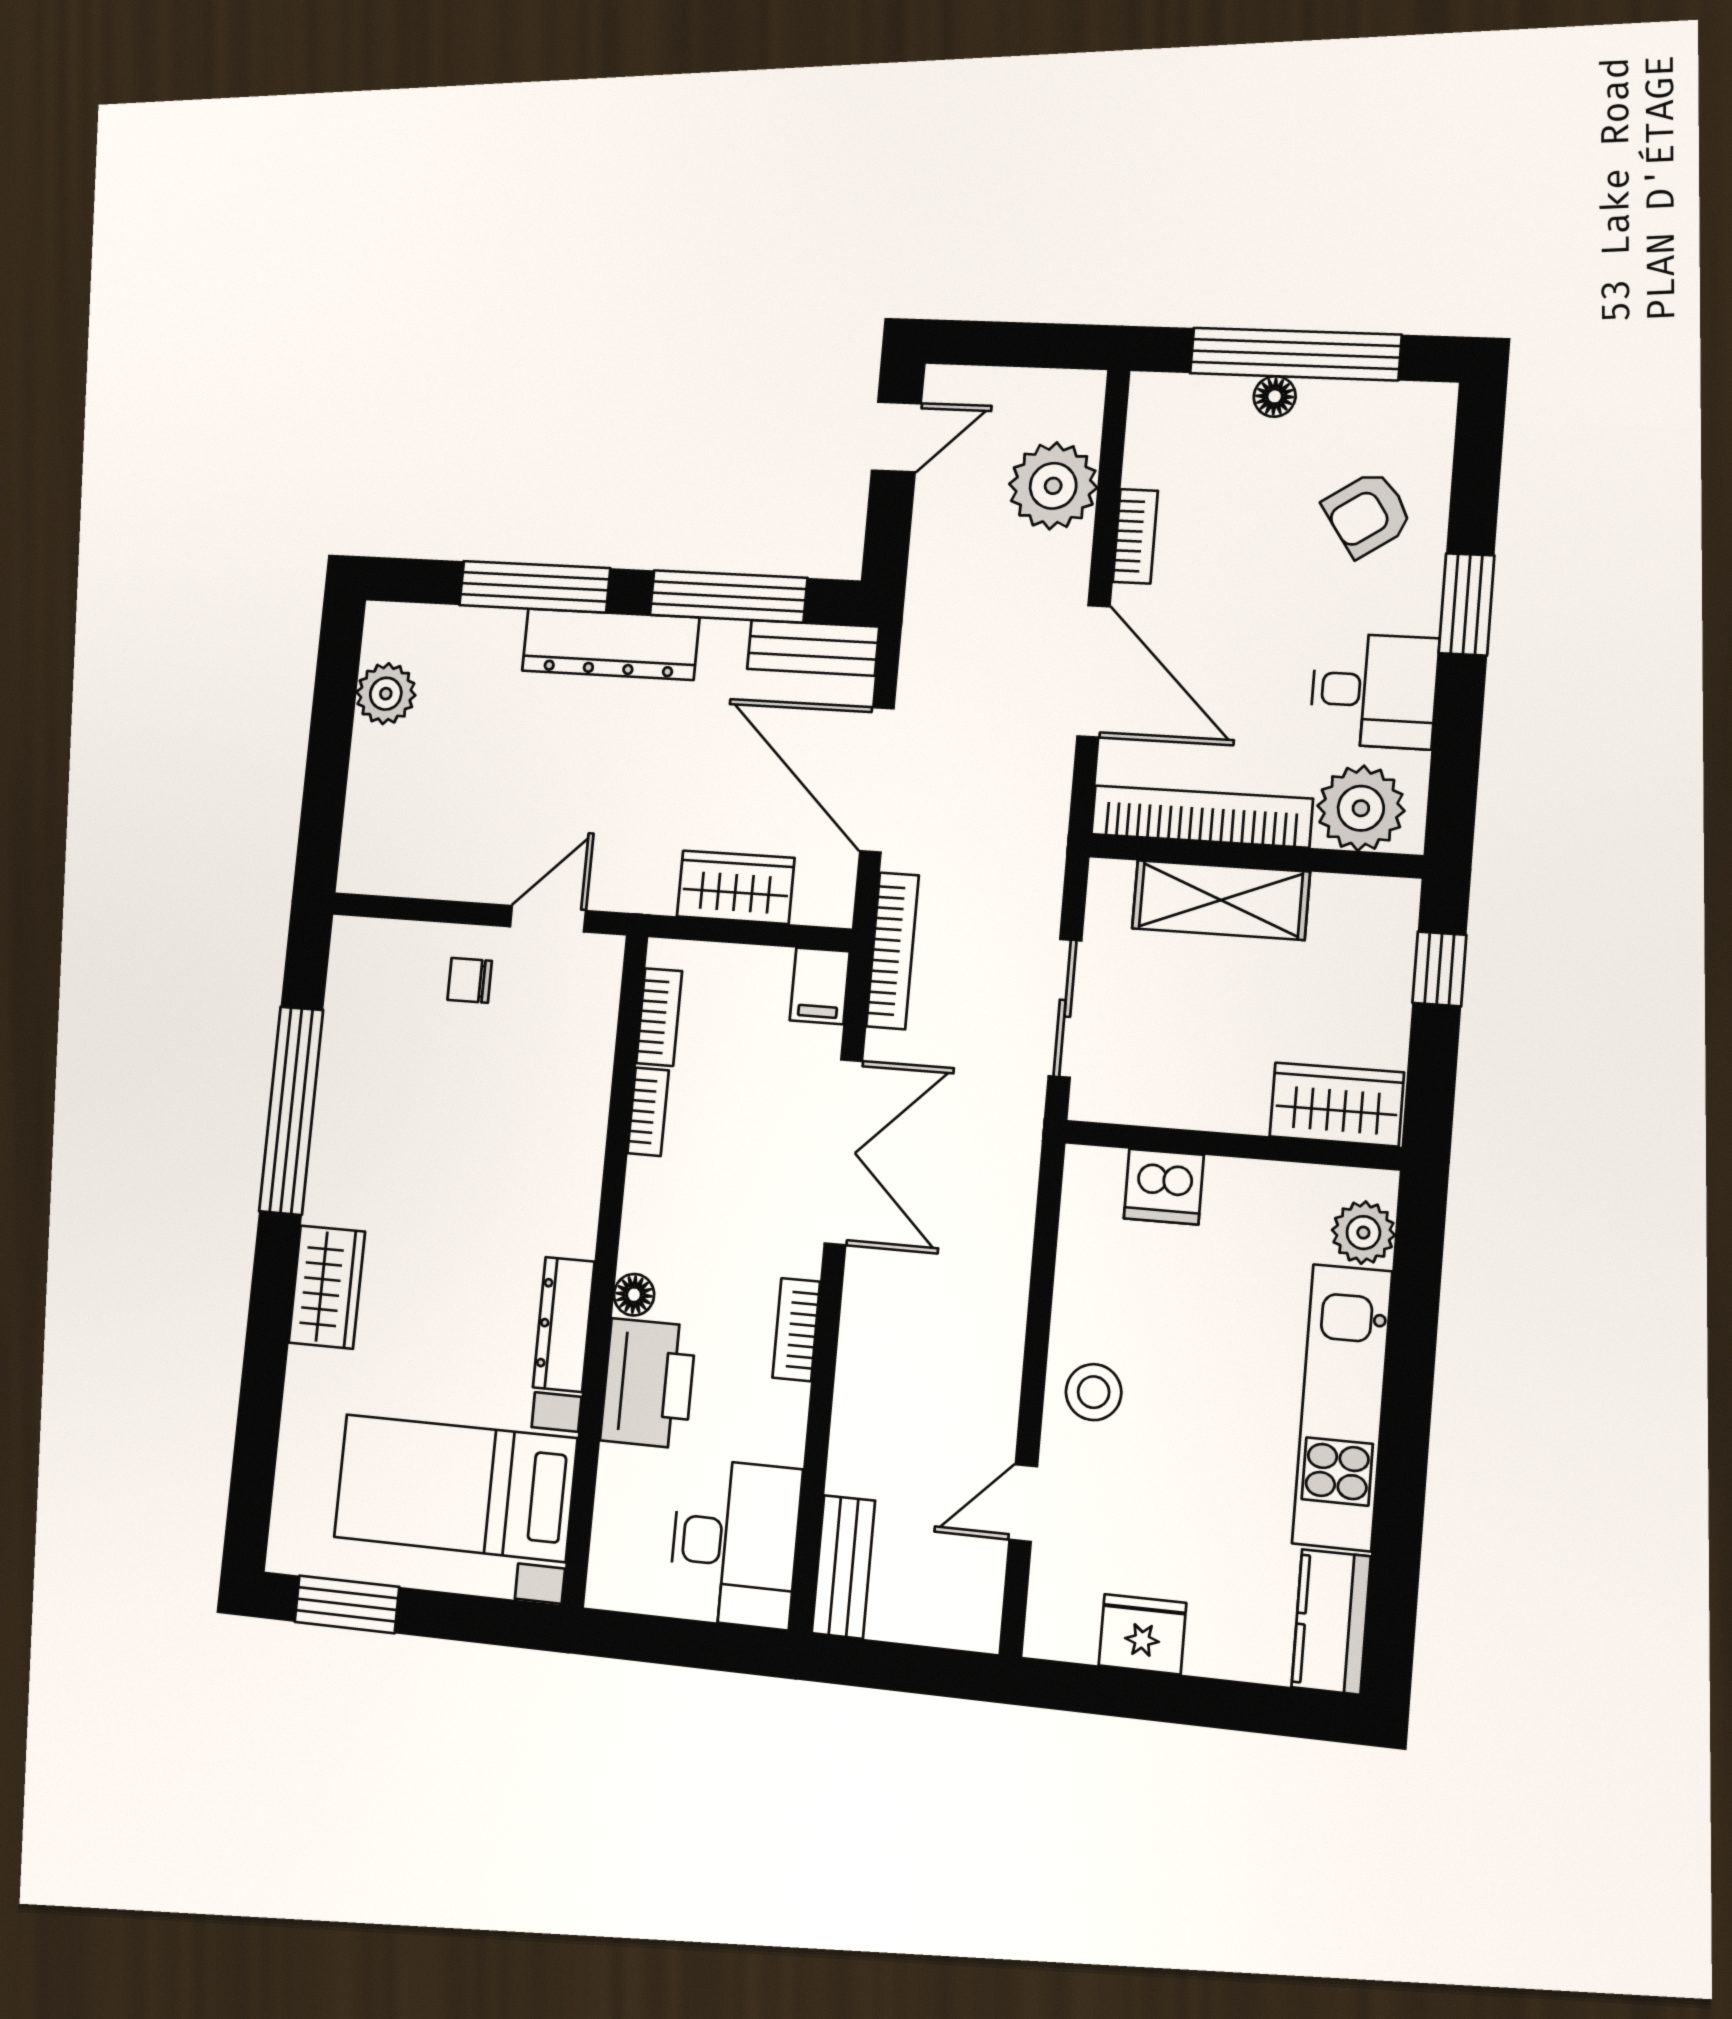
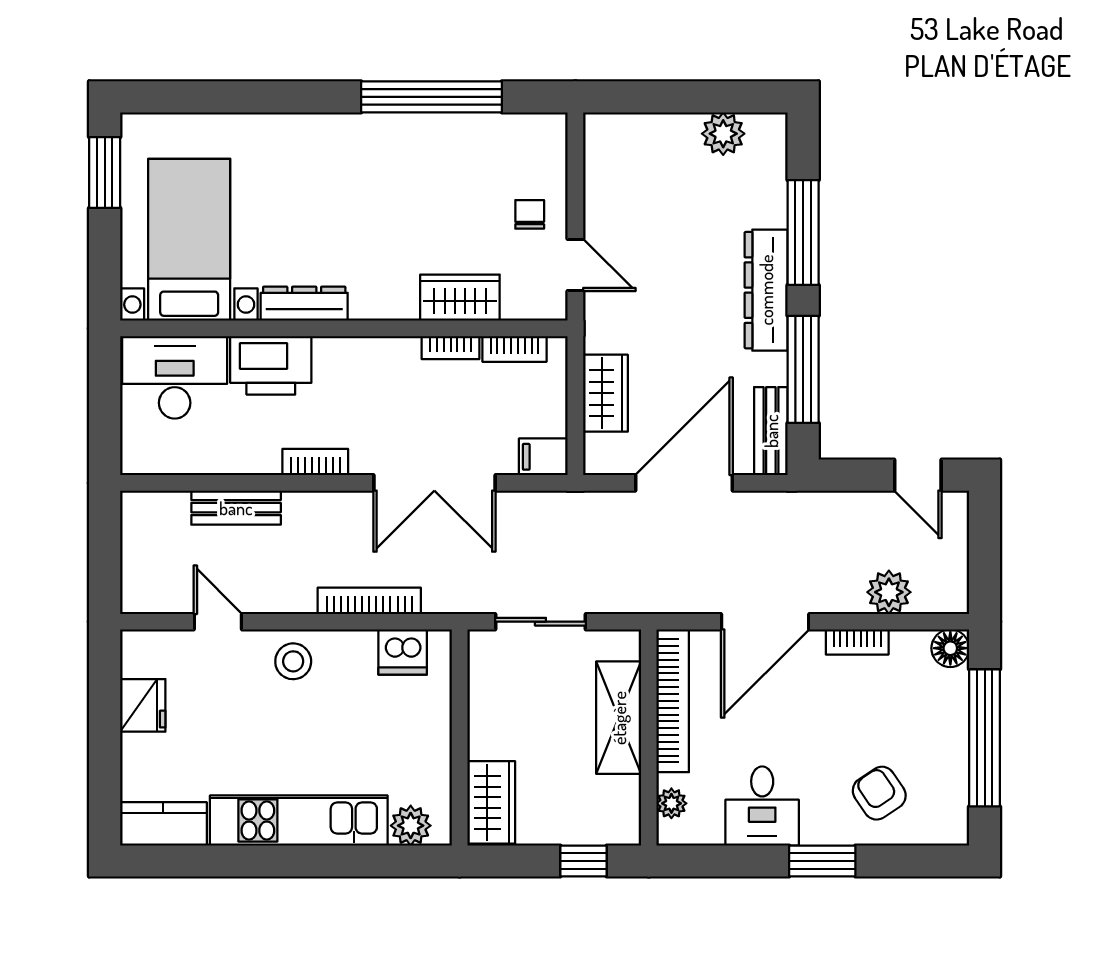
floor lamp: (1275, 396) -> (950, 648), moved, width x1.37, depth x1.37
plant: (1053, 486) -> (889, 592), width x0.73, depth x0.73
plant: (1361, 808) -> (671, 803), width x0.53, depth x0.53
bookcase: (892, 951) -> (369, 601), moved, turned 180
dishwasher: (1164, 1187) -> (403, 652), moved, turned -90
wardrobe: (327, 1287) -> (460, 298), moved, turned 180
floor lamp: (634, 1295) -> (328, 350), removed
desk: (735, 1543) -> (175, 377), moved, turned 180
bench: (843, 1567) -> (236, 508), moved

